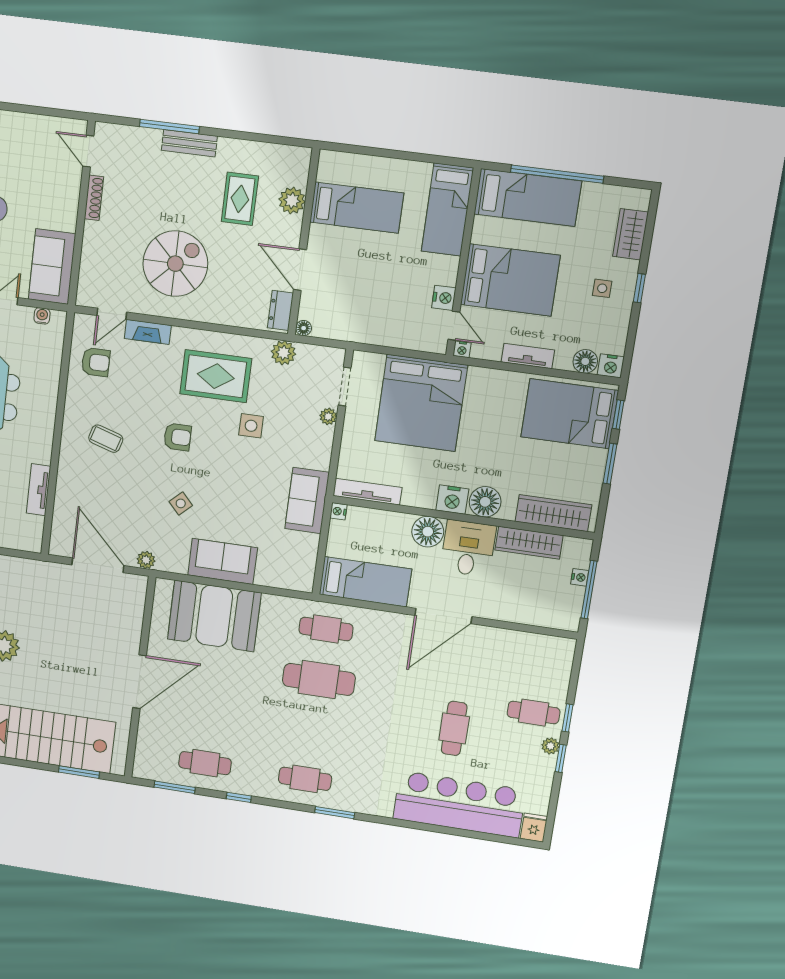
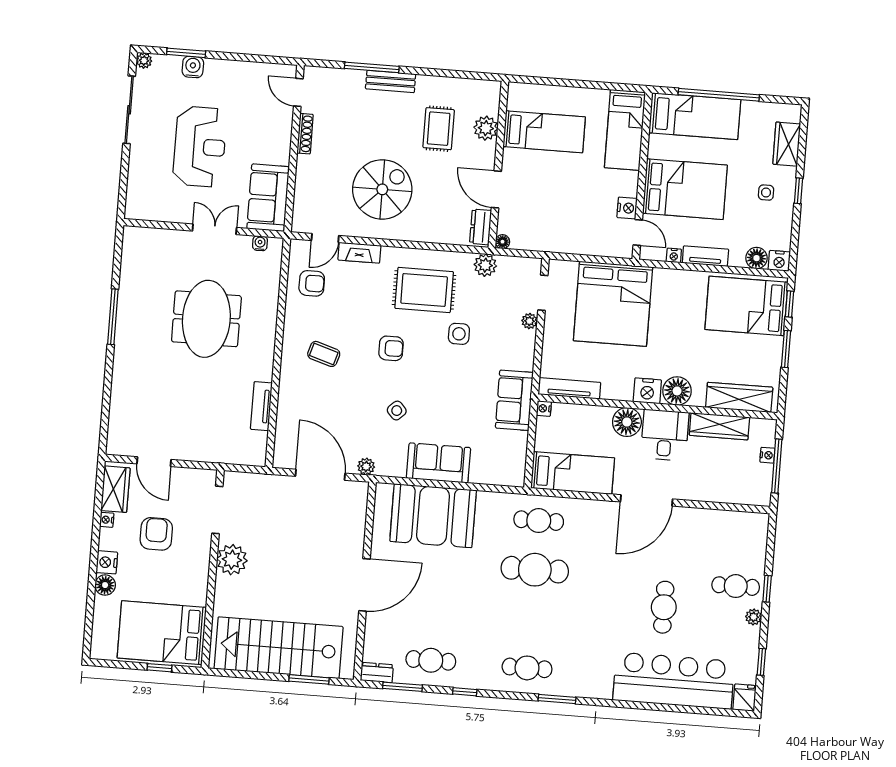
nightstand: (462, 349) -> (674, 255), moved
window: (561, 758) -> (761, 662), moved
dresser: (149, 771) -> (377, 673), added

